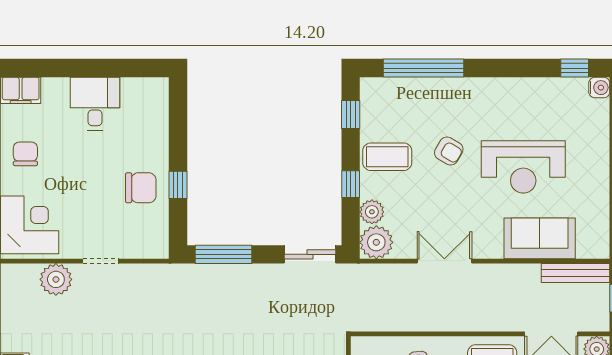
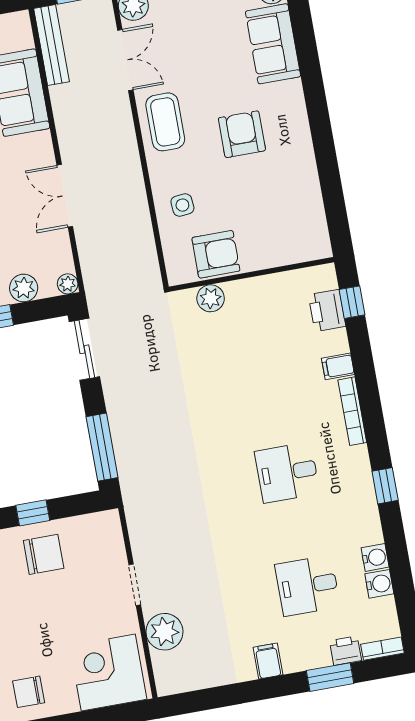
chair: (141, 188) -> (44, 554), turned 90
plant: (376, 242) -> (68, 284), width x0.53, depth x0.53

